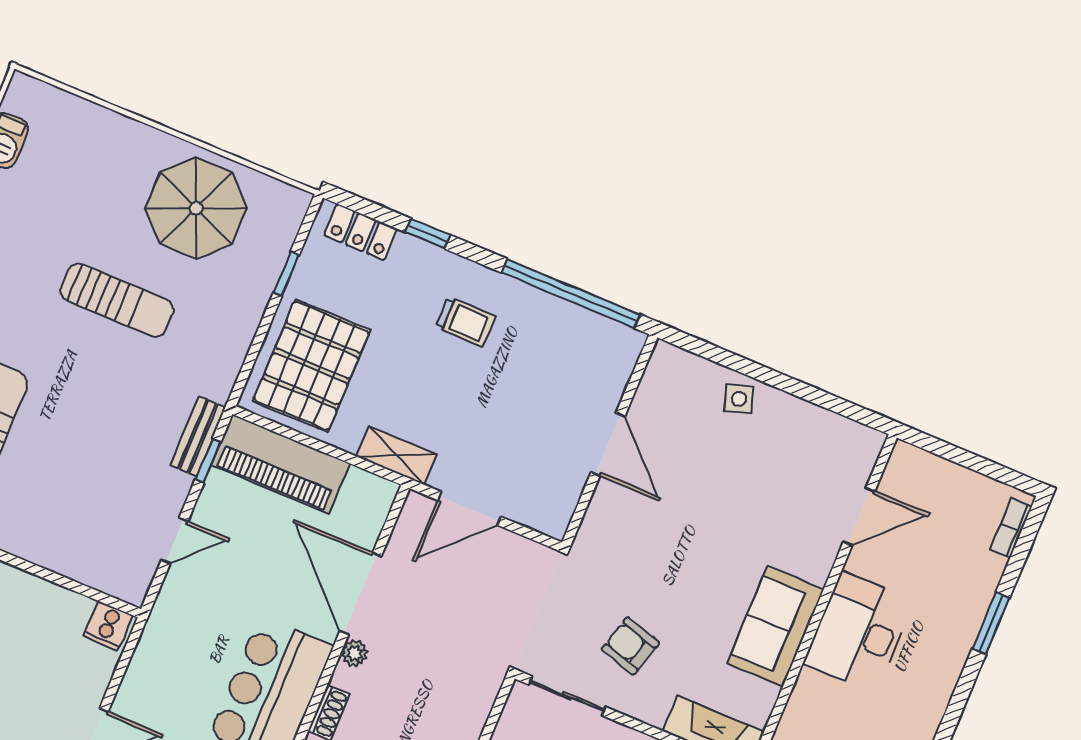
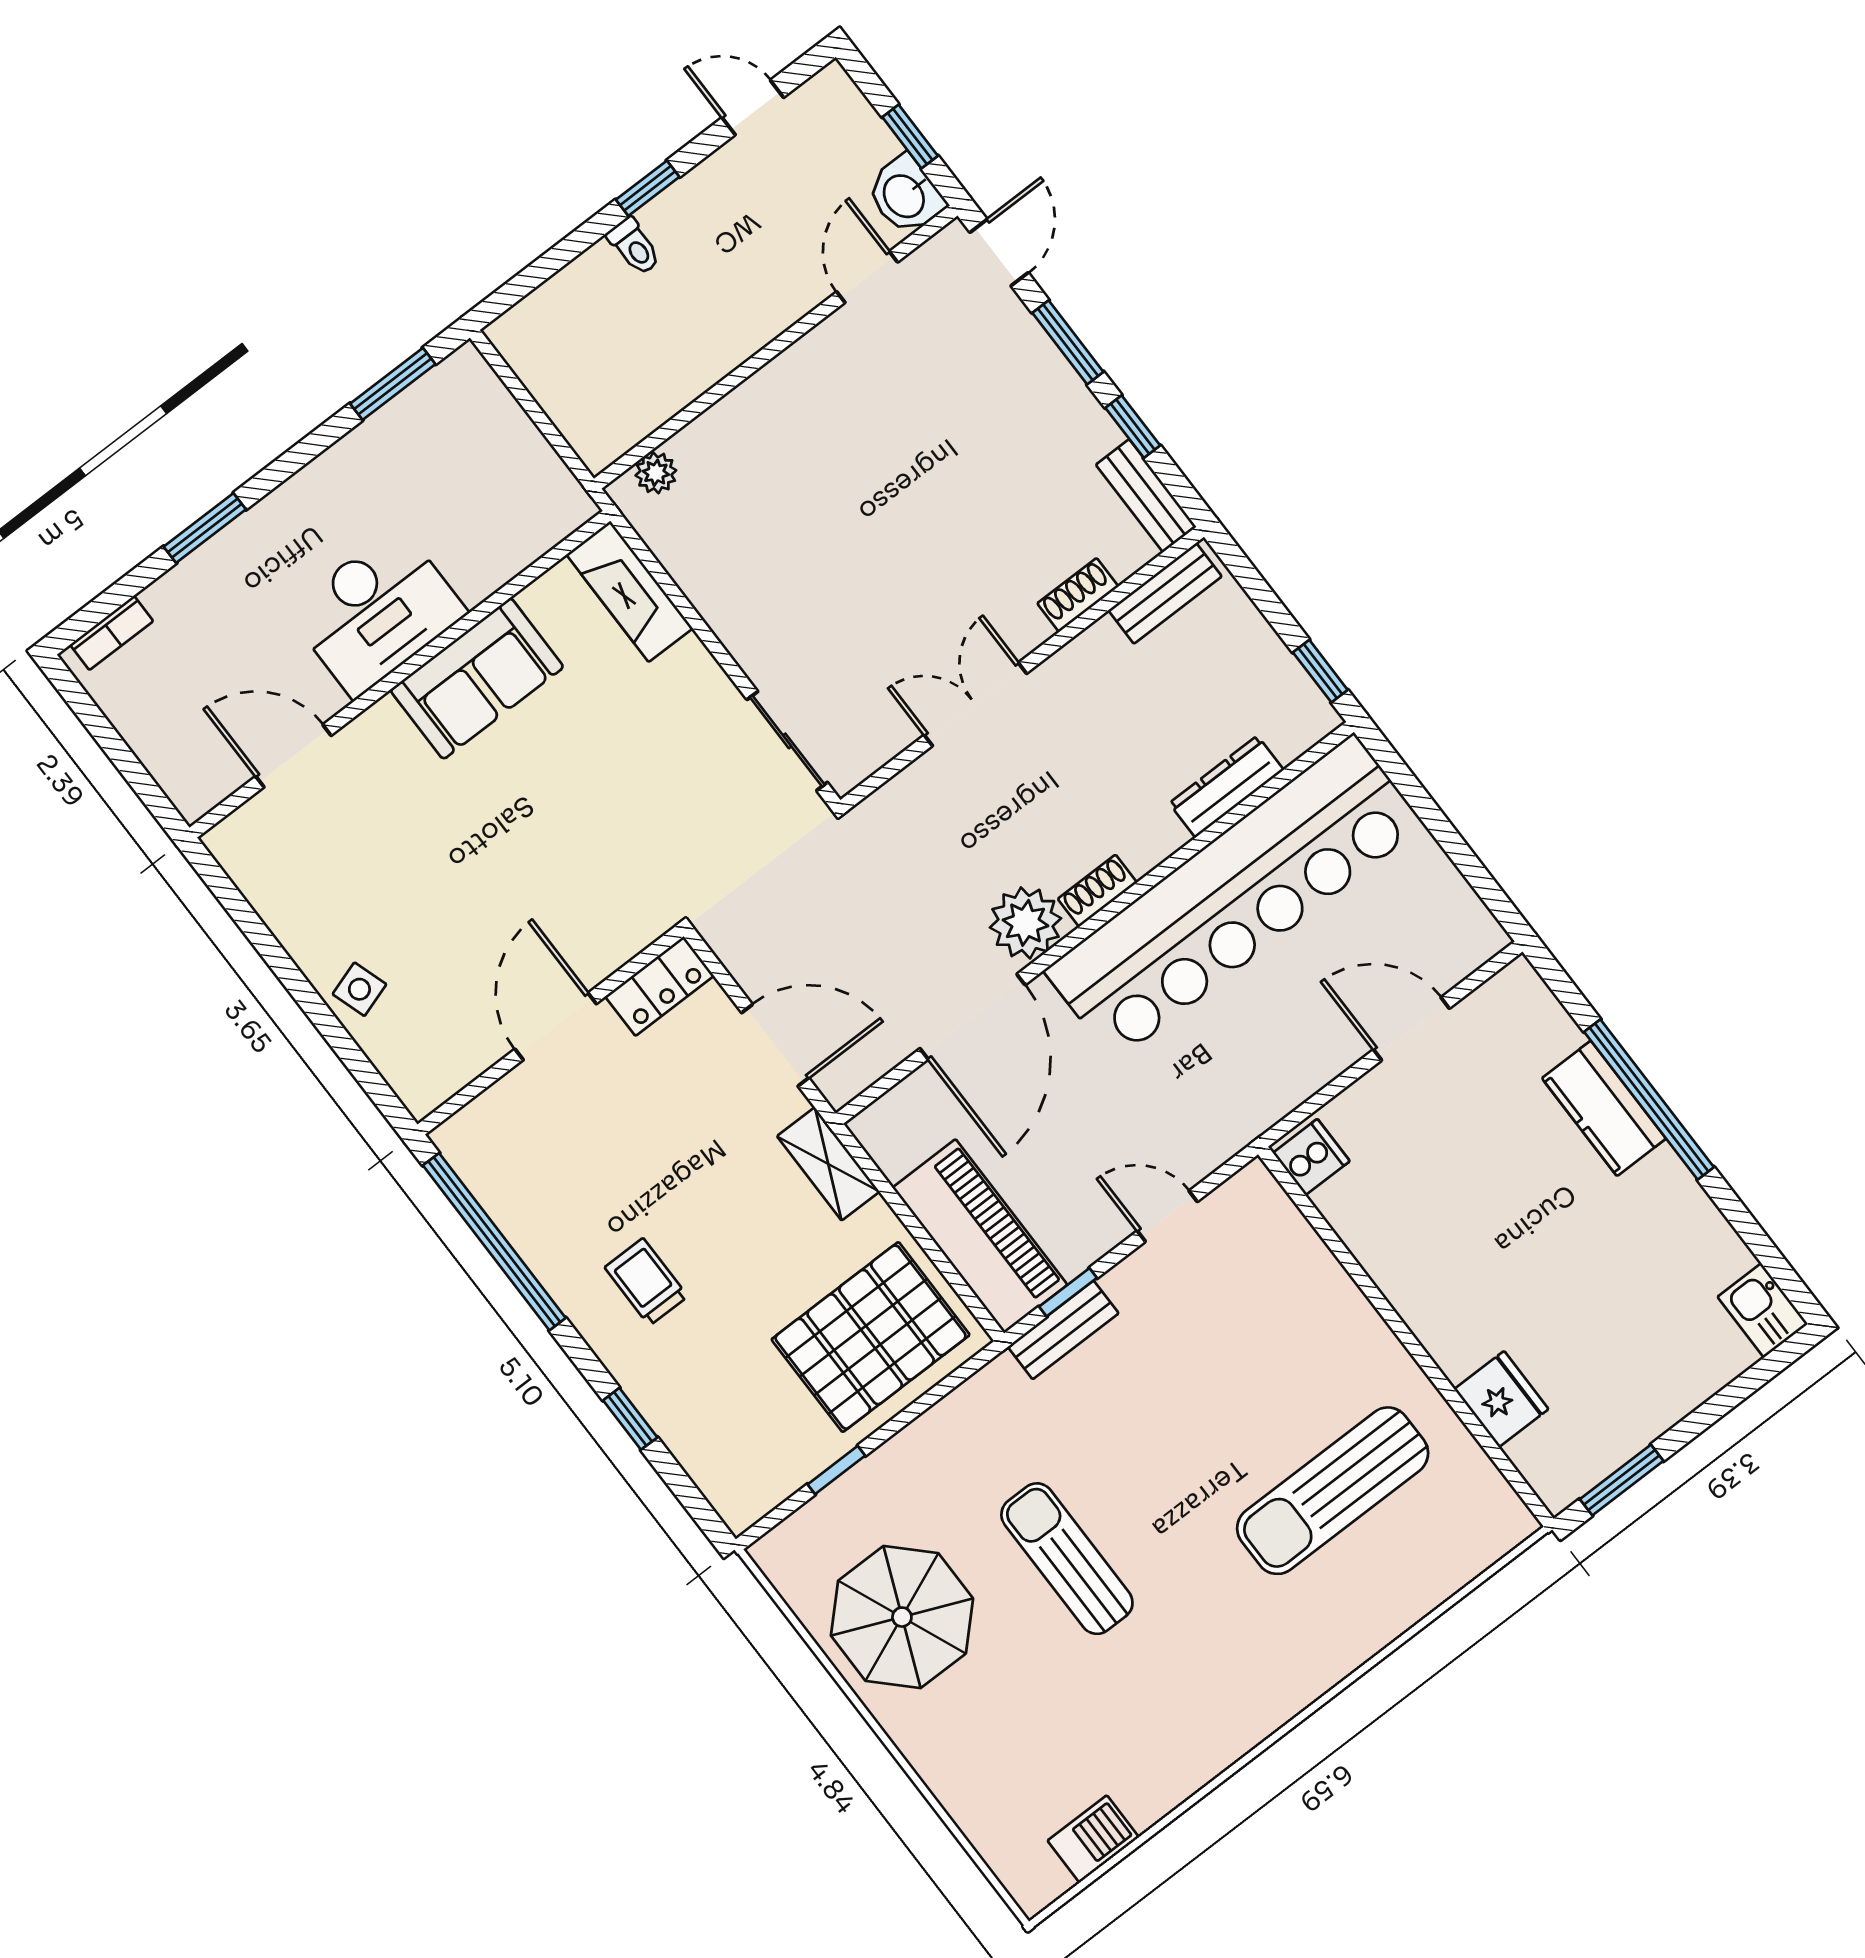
locker: (361, 232) -> (659, 986), moved, turned 90
armchair: (630, 646) -> (672, 758), removed
plant: (355, 653) -> (1026, 923), width x1.87, depth x1.87

